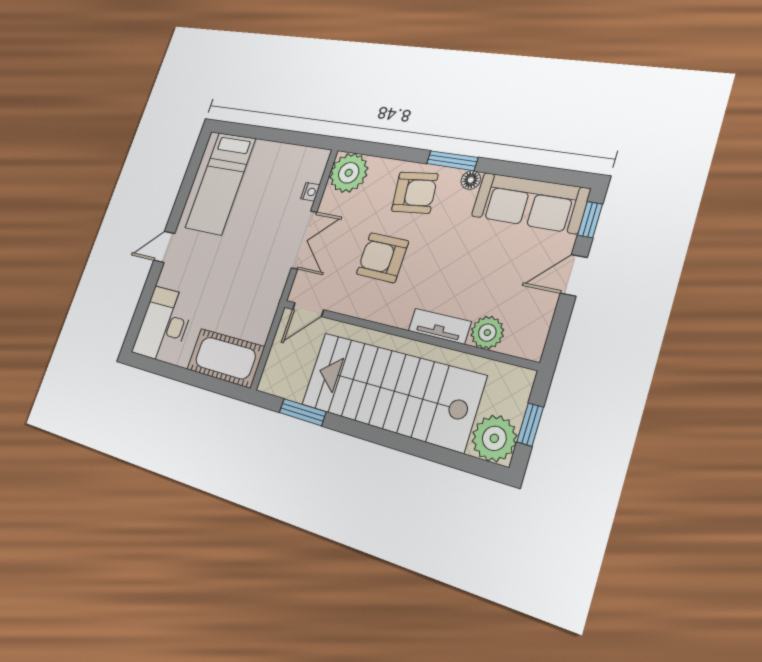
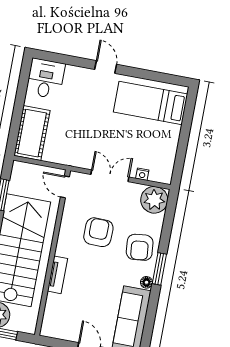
double door: (304, 240) -> (110, 176), swing flipped
desk: (164, 325) -> (46, 79), width x0.73
plant: (487, 333) -> (55, 304), removed

